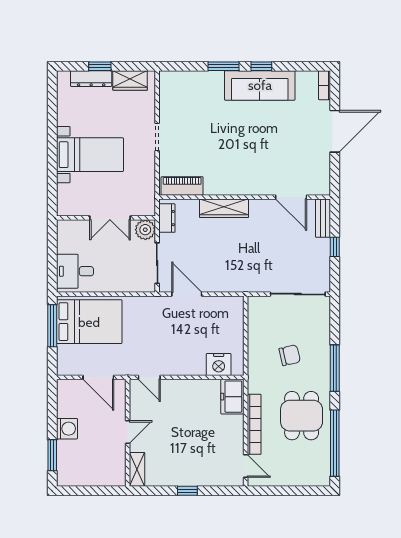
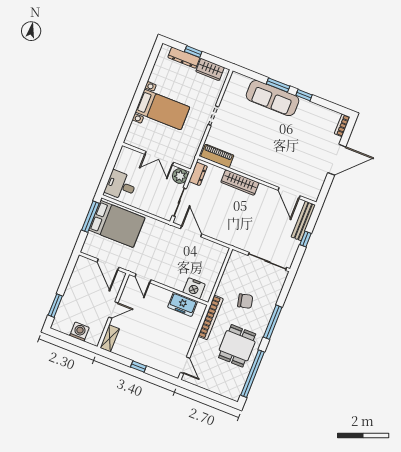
sofa: (260, 85) -> (273, 98), moved
bench: (323, 218) -> (303, 221), width x1.36
freezer: (232, 397) -> (183, 304), moved, turned -90
bookcase: (254, 424) -> (211, 317), moved
washing machine: (67, 429) -> (79, 332), moved, turned -90

